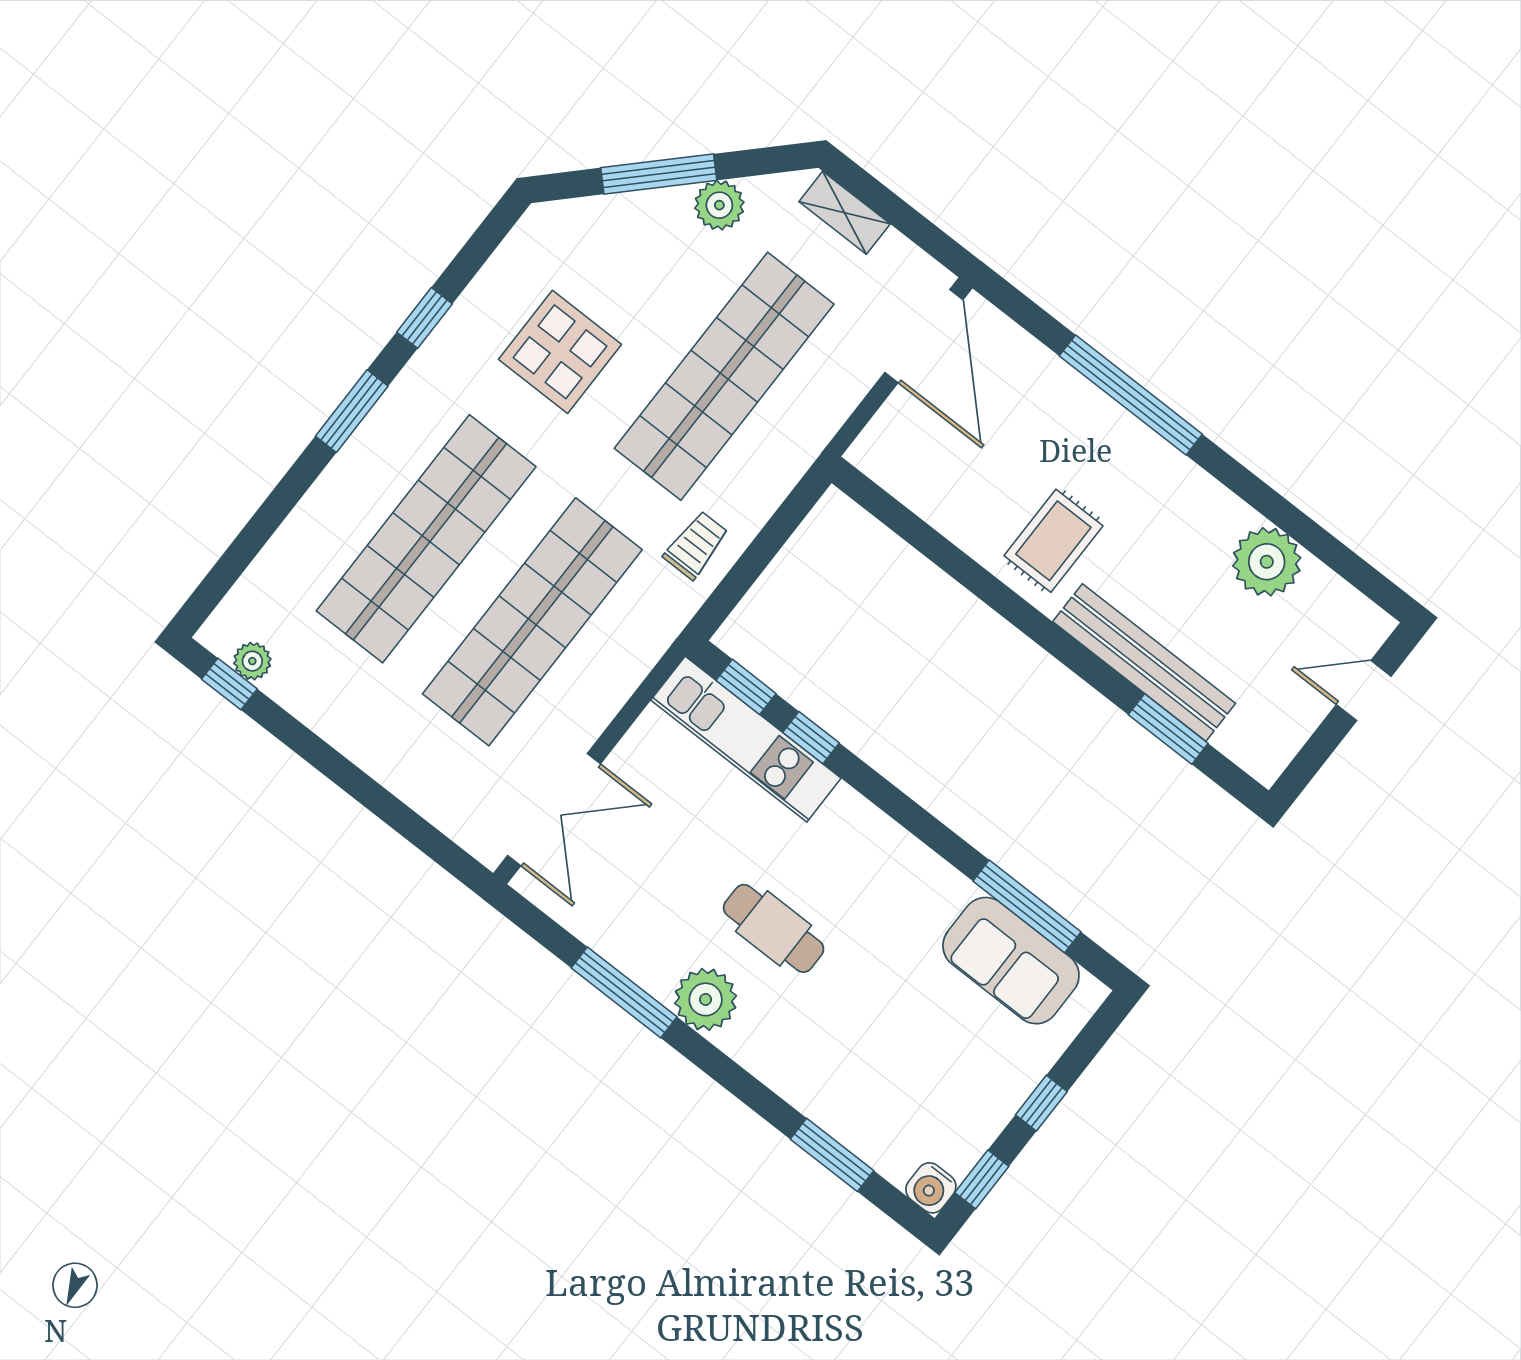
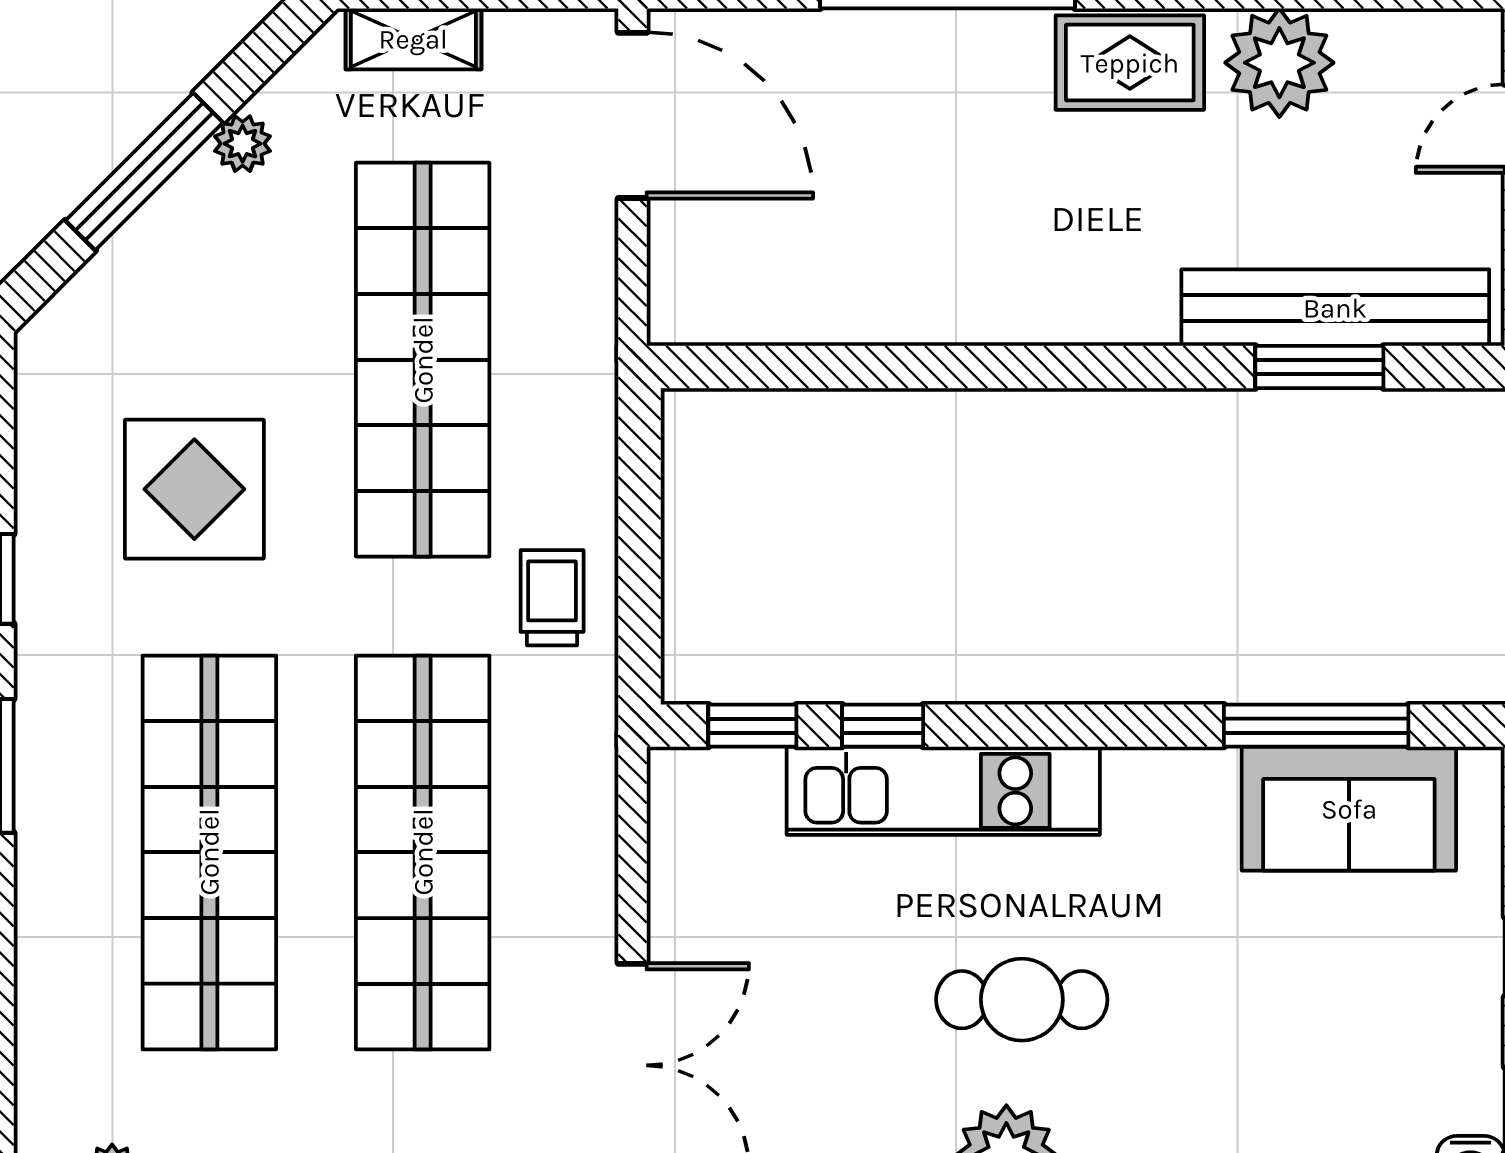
plant: (719, 205) -> (243, 144), width x0.73, depth x0.73
rug: (1053, 541) -> (1130, 63), moved, turned 90
bench: (1144, 662) -> (1335, 308), moved
kitchen unit: (746, 739) -> (943, 791), moved

